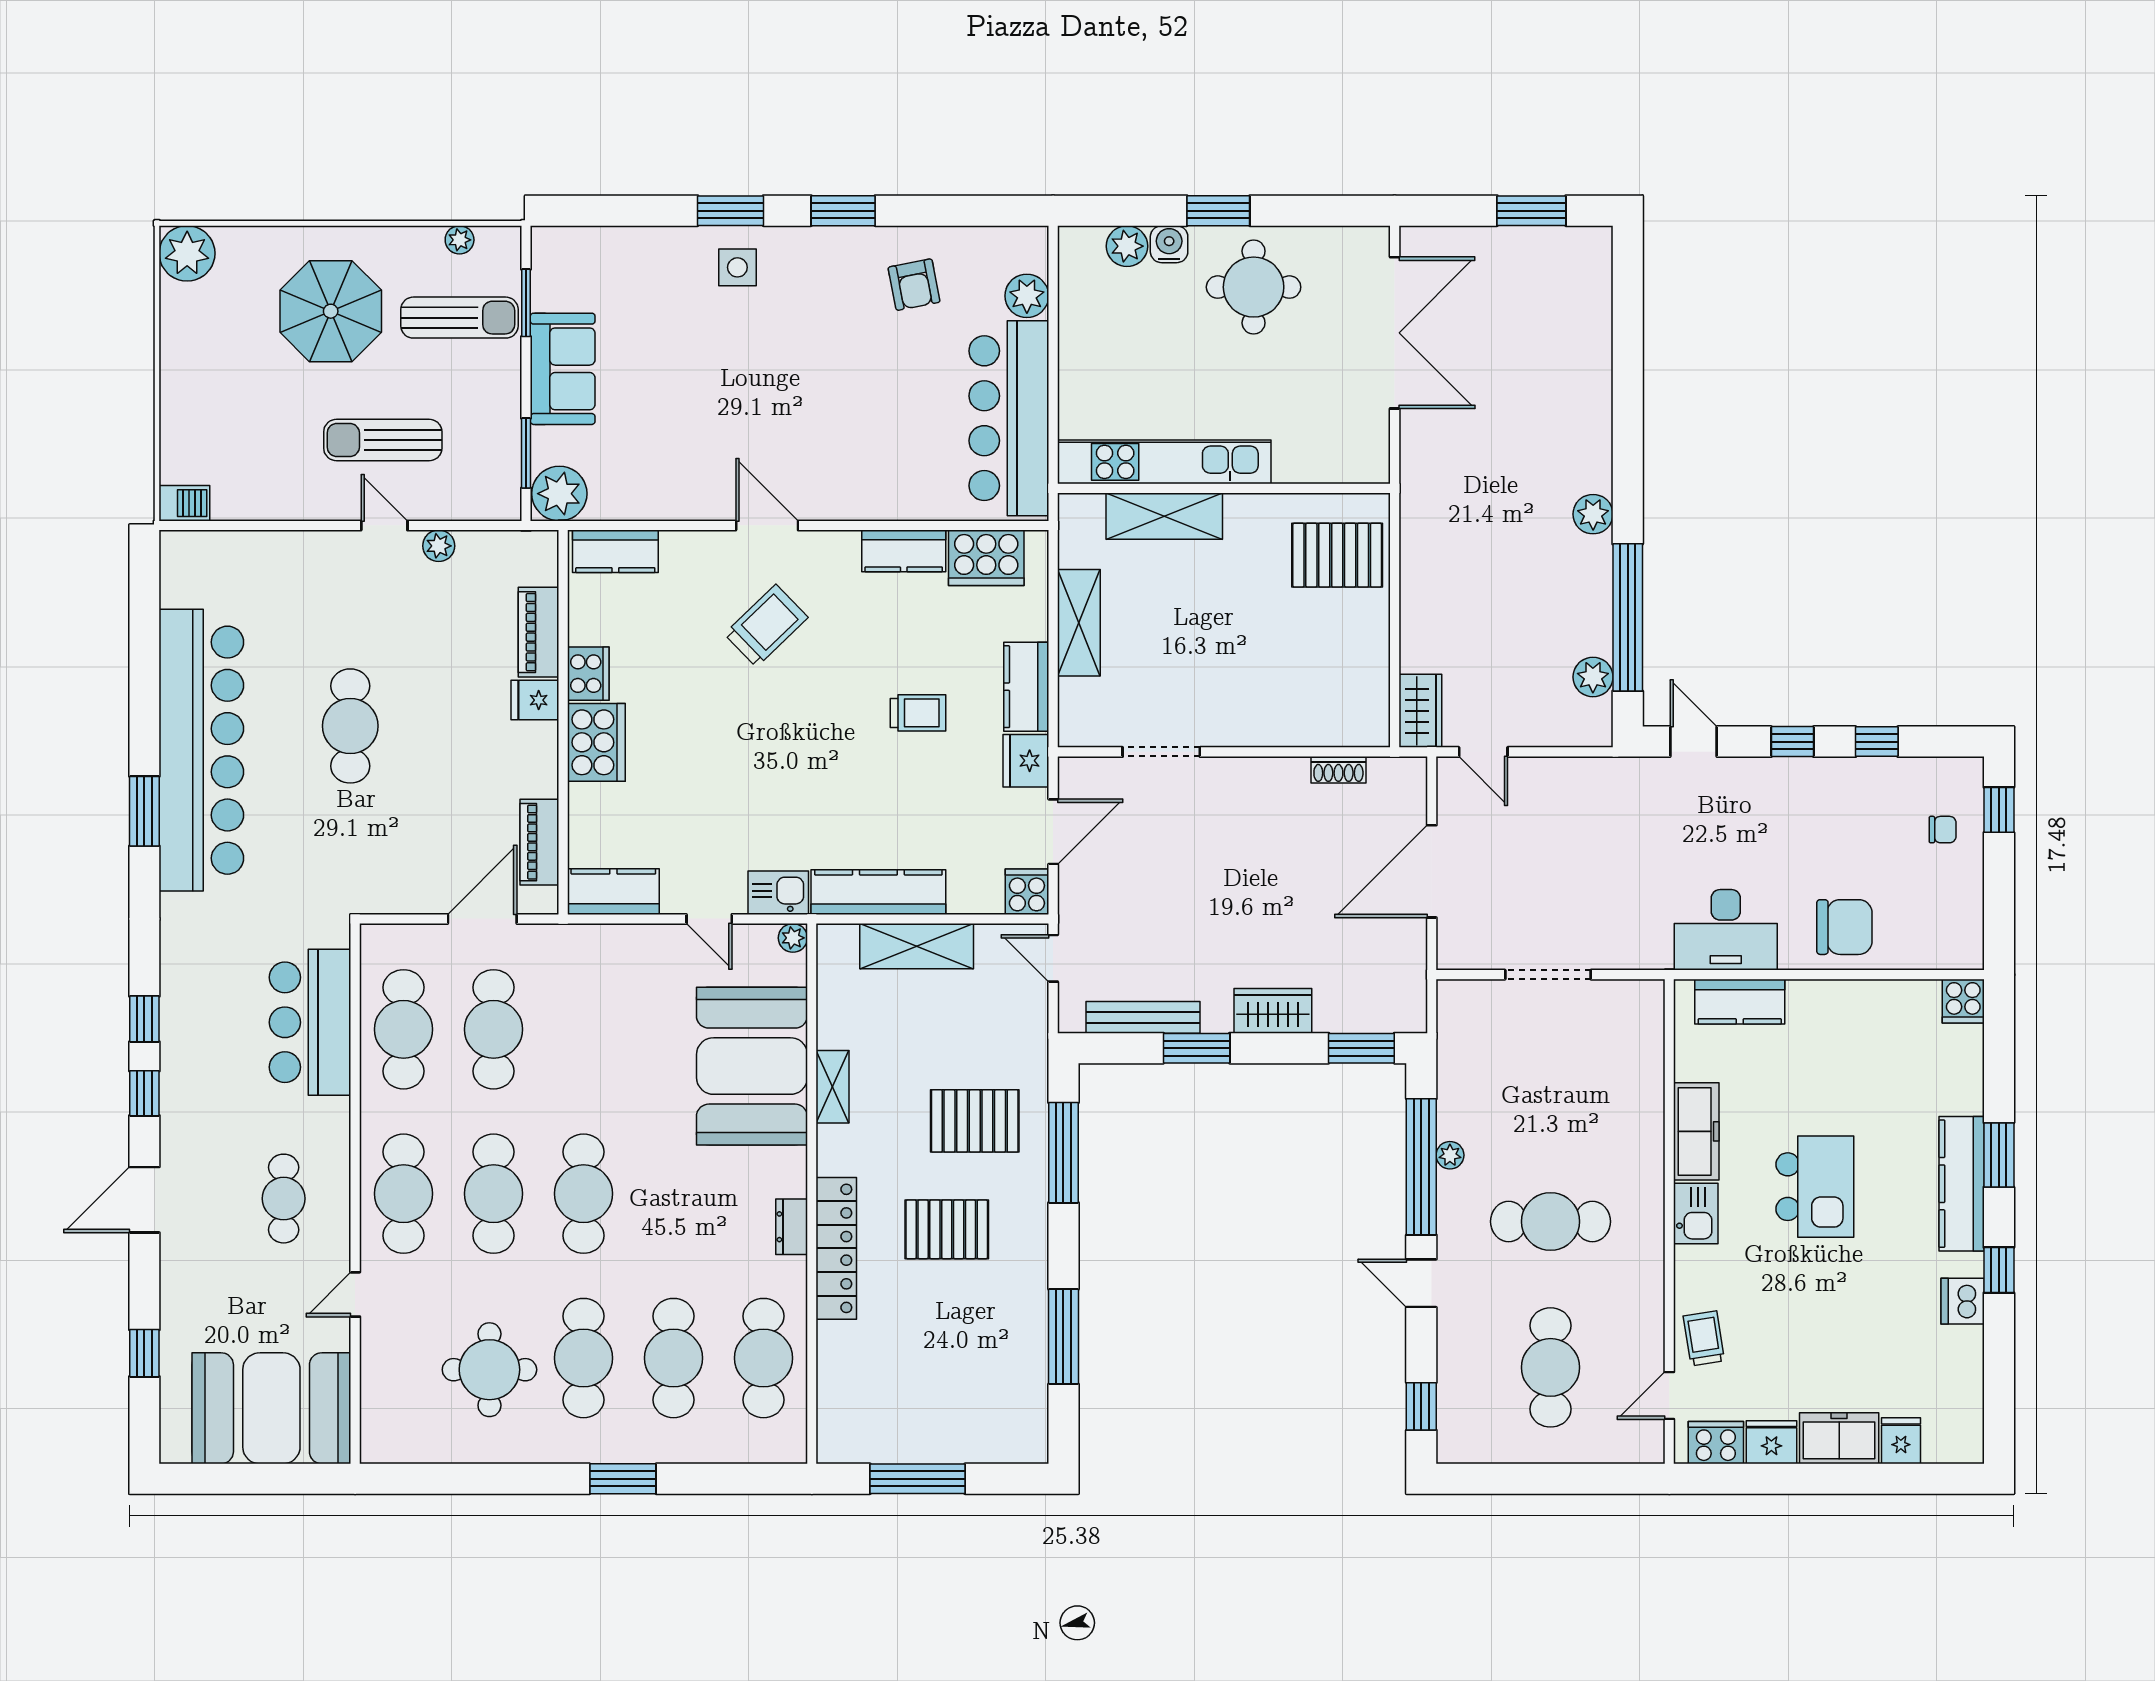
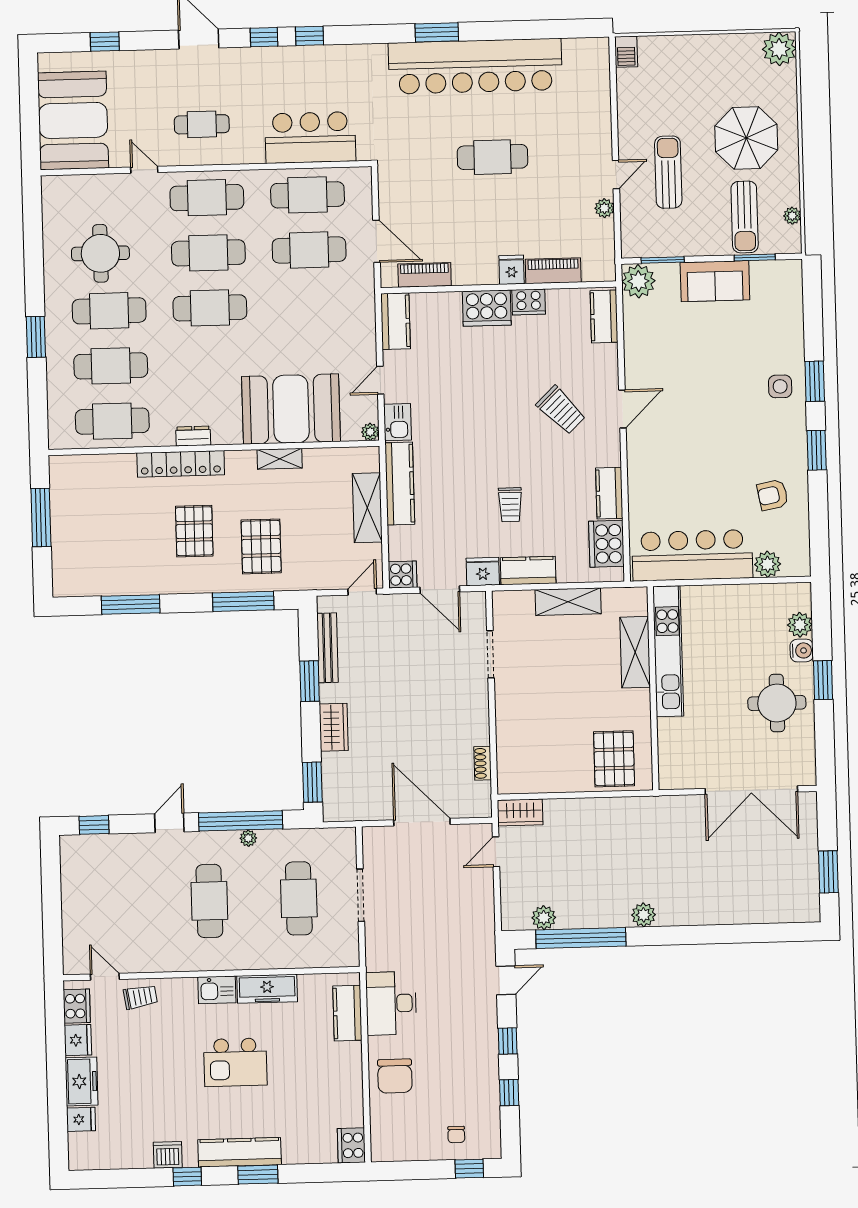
cooker: (1963, 1001) -> (351, 1145), width x1.36
cafe table: (1551, 1367) -> (299, 898), moved, turned 90

